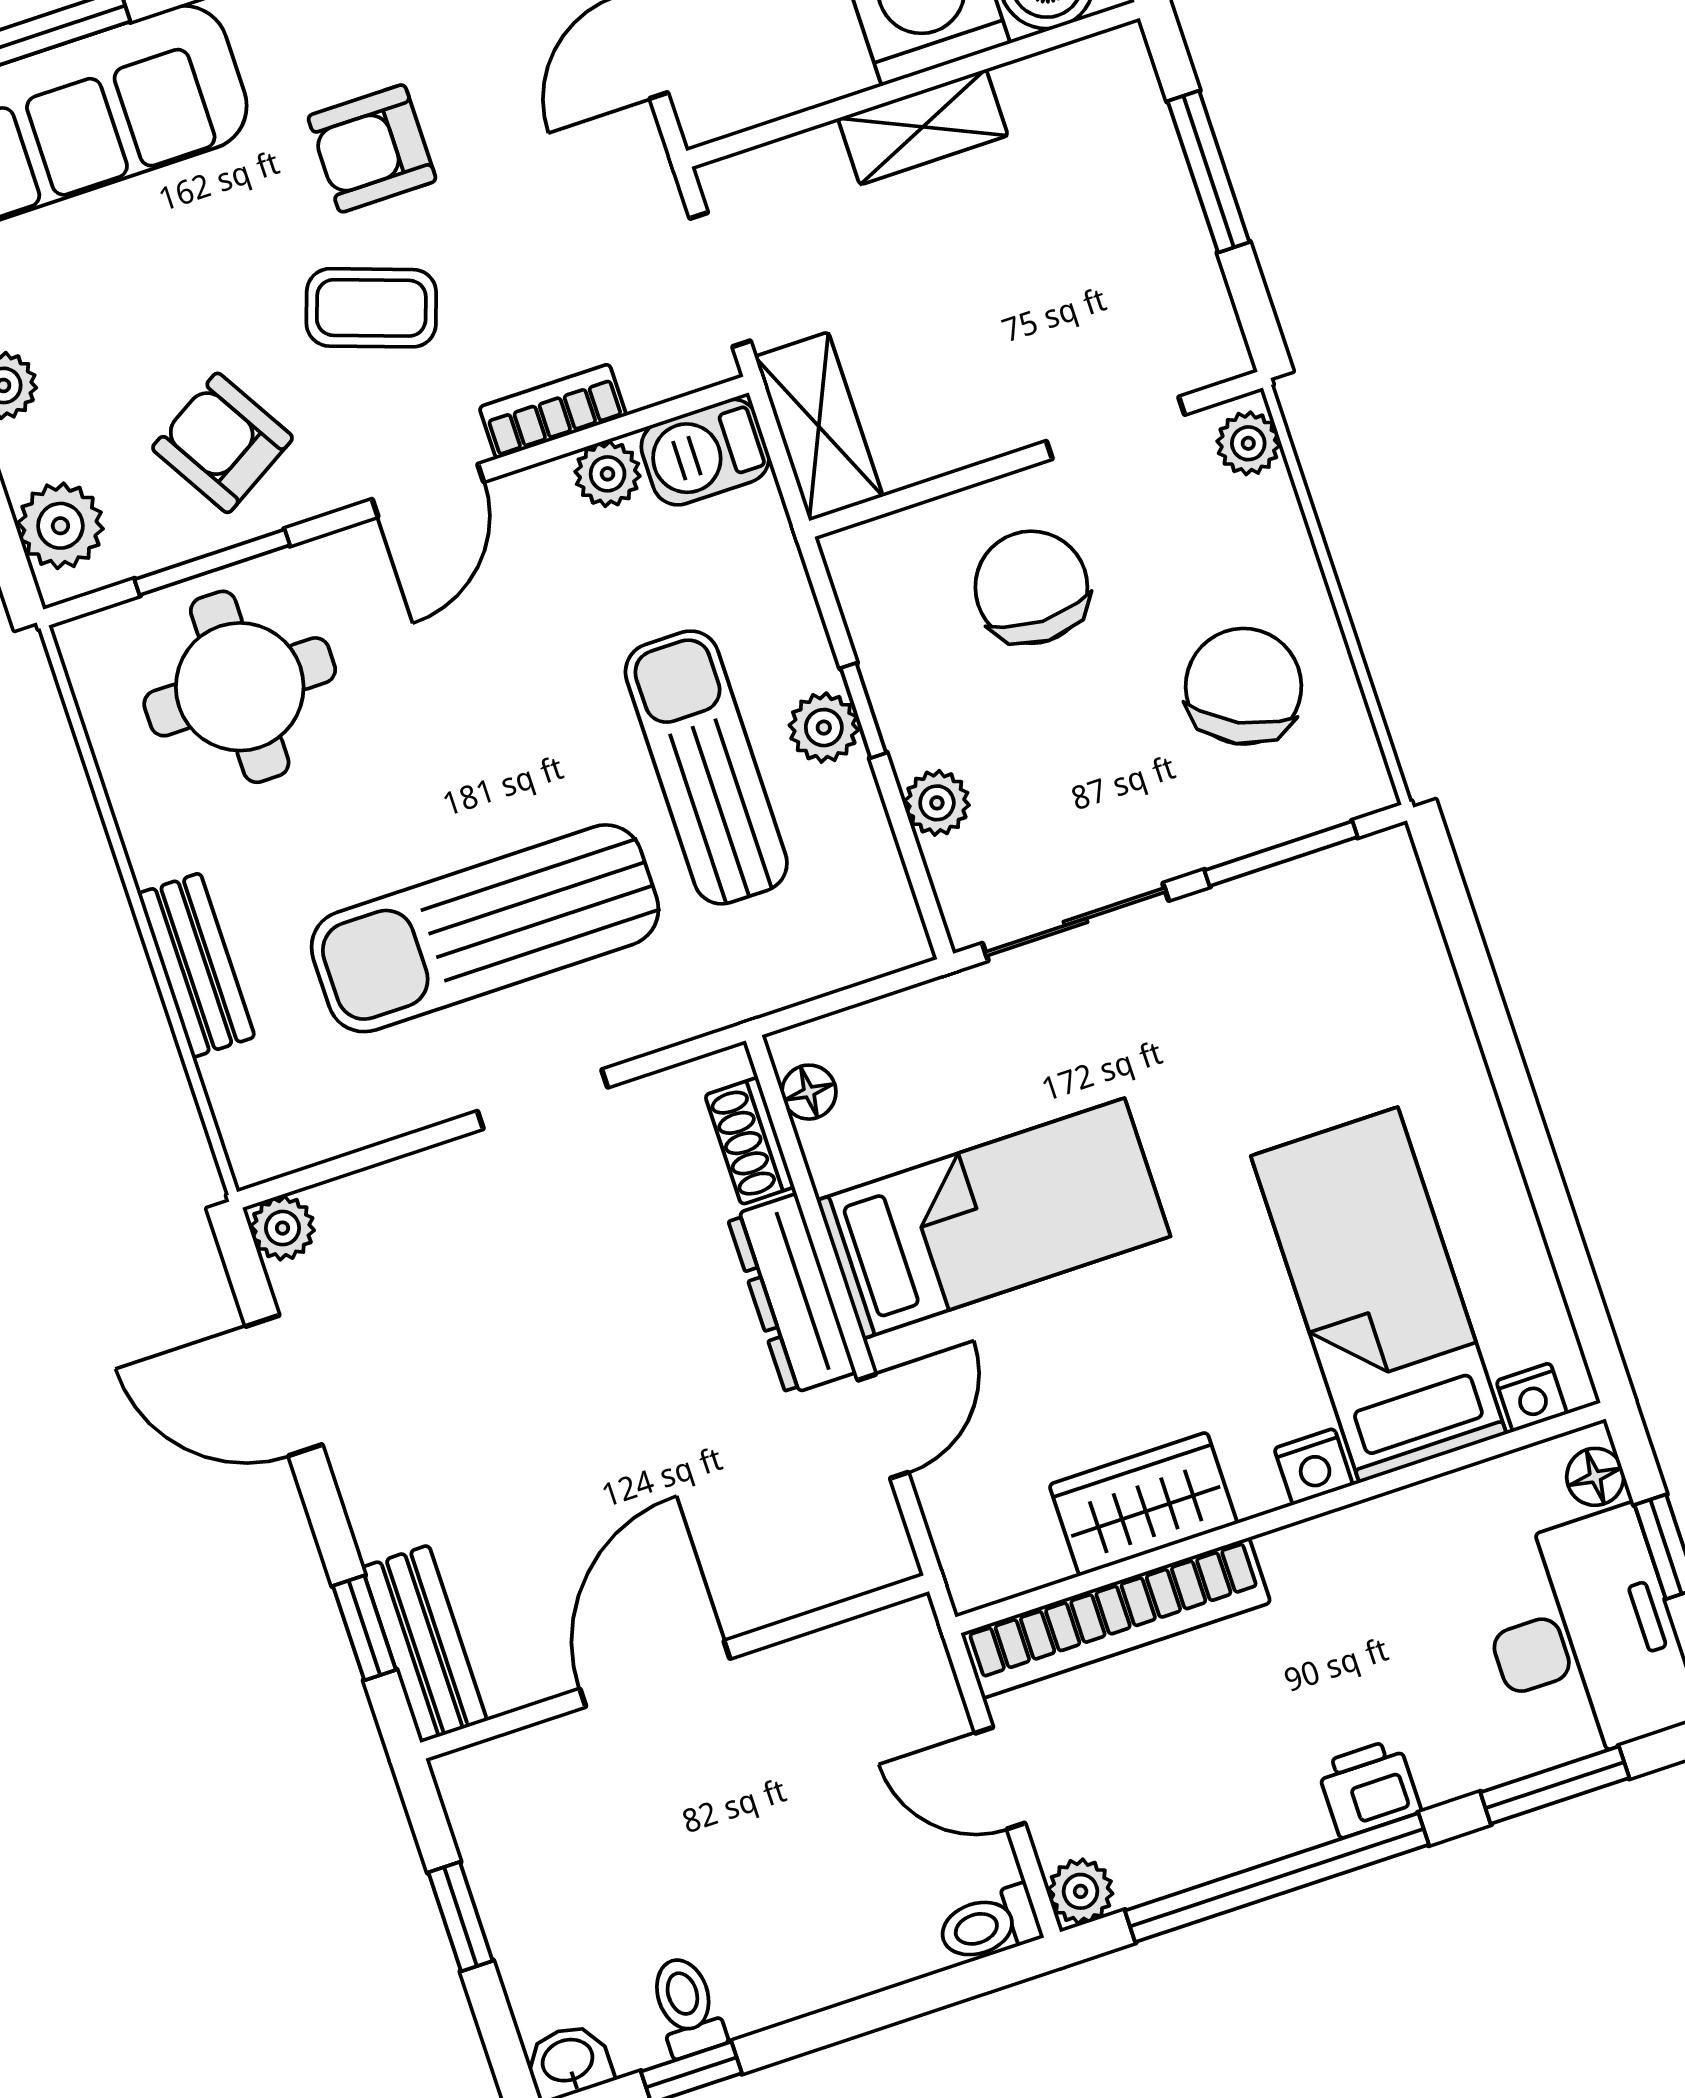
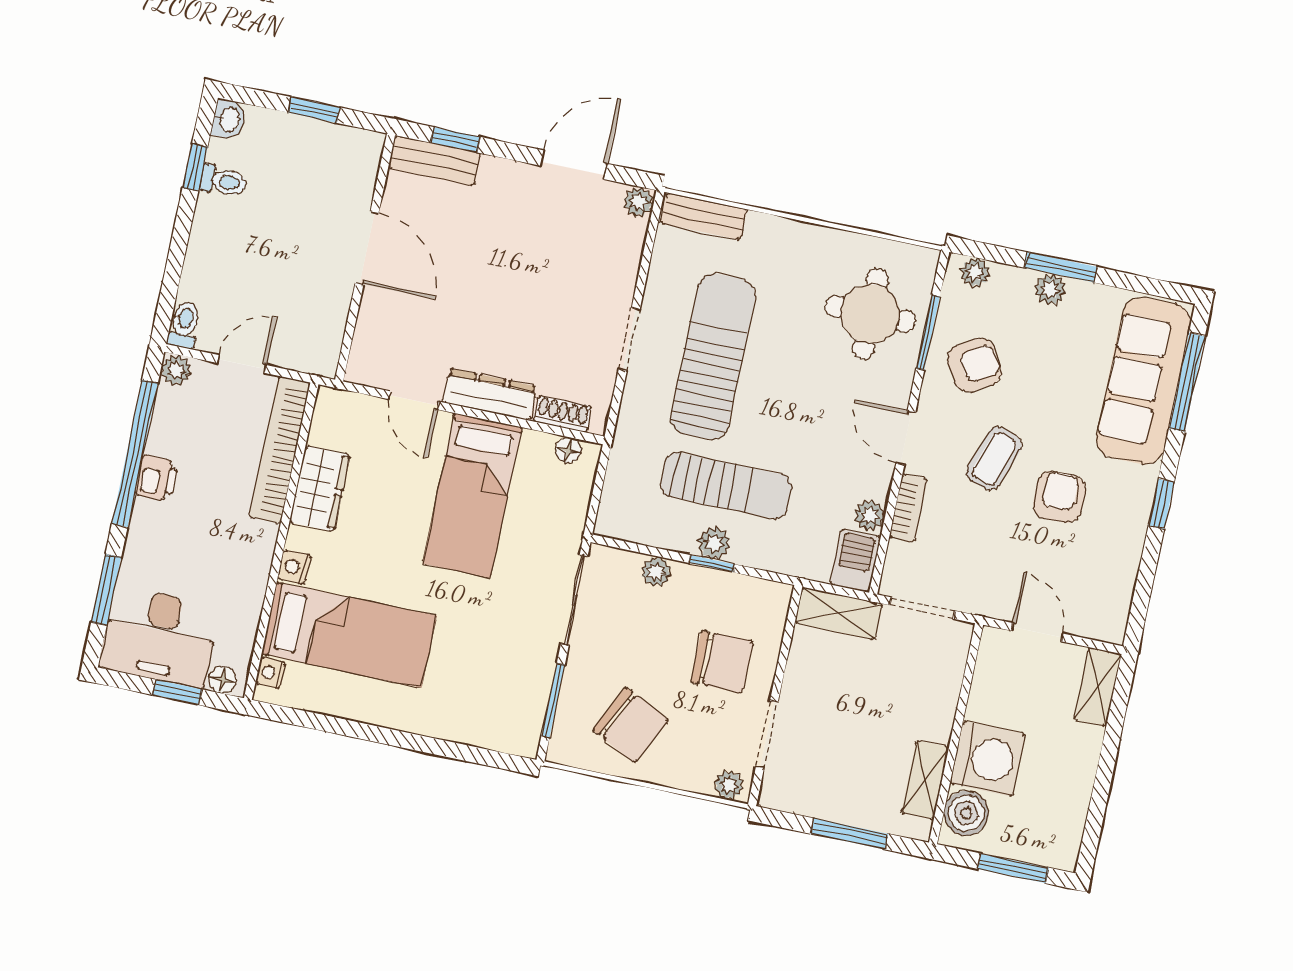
shelving: (923, 127) -> (925, 780), moved
plant: (60, 526) -> (975, 272), width x0.73, depth x0.73
bench: (196, 965) -> (704, 216), moved
printer: (1369, 1788) -> (157, 478), moved

